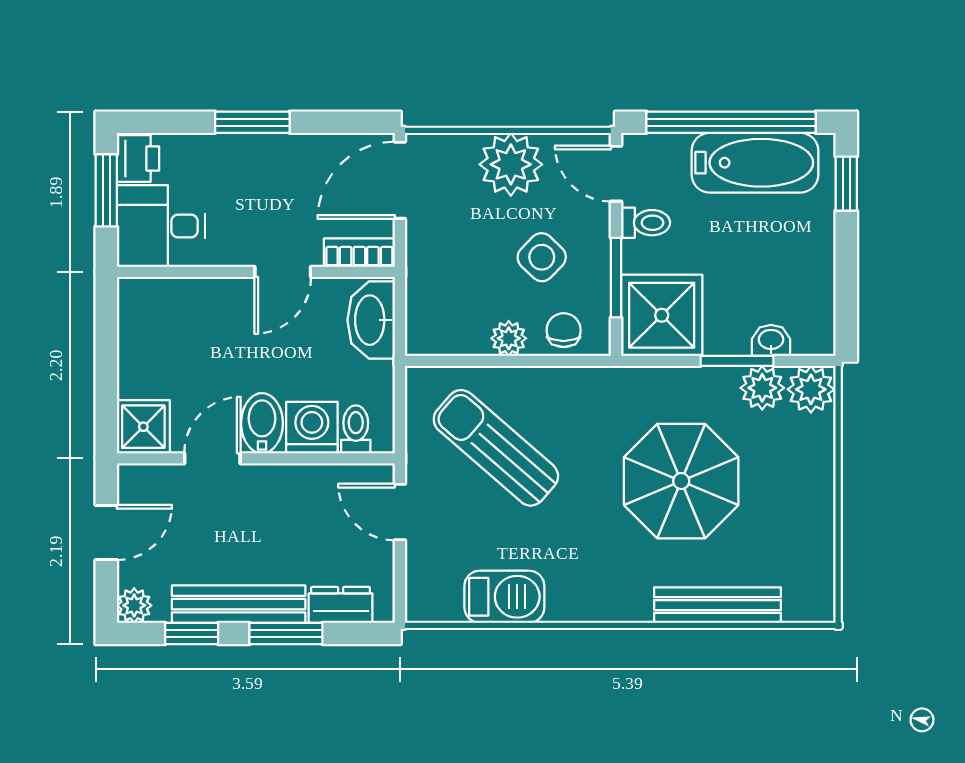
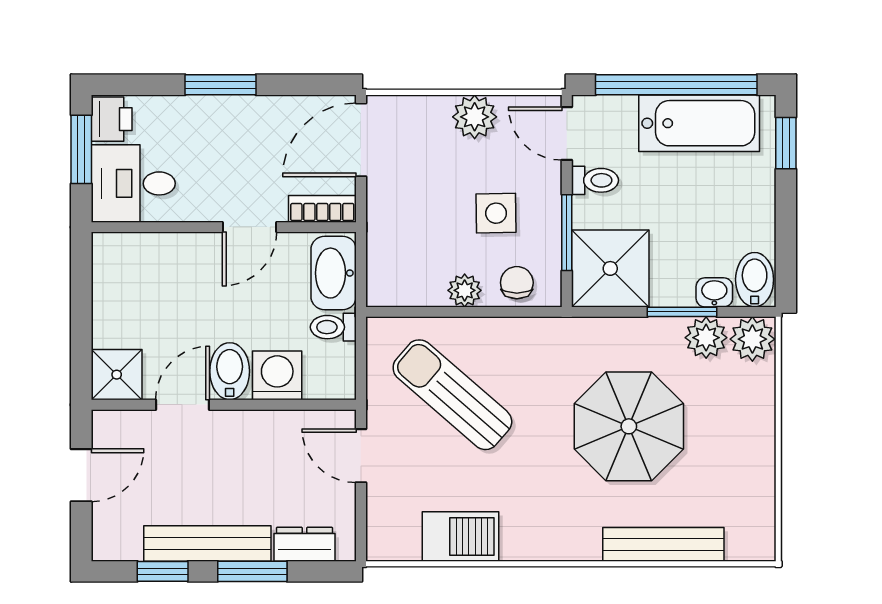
plant: (511, 164) -> (475, 117), width x0.73, depth x0.73
side table: (542, 257) -> (496, 213), turned 45
bidet: (813, 327) -> (755, 280), added
toilet: (356, 429) -> (333, 327), moved, turned -90
plant: (134, 605) -> (108, 545), removed

